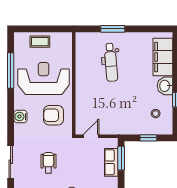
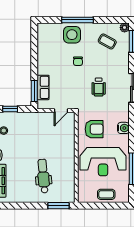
window: (113, 29) -> (58, 206), moved

